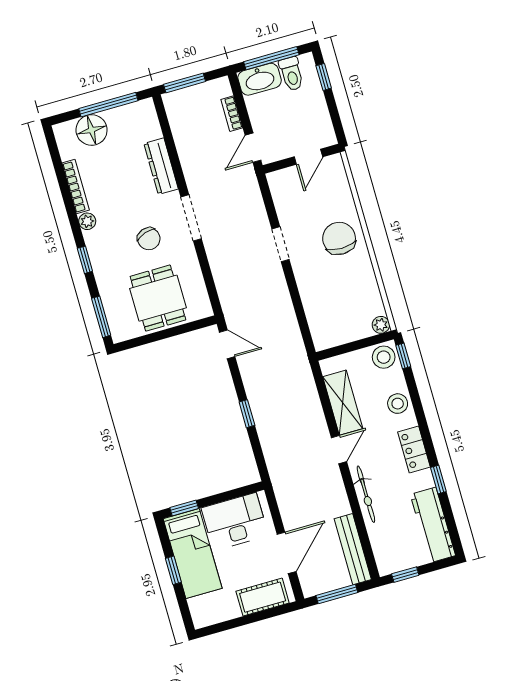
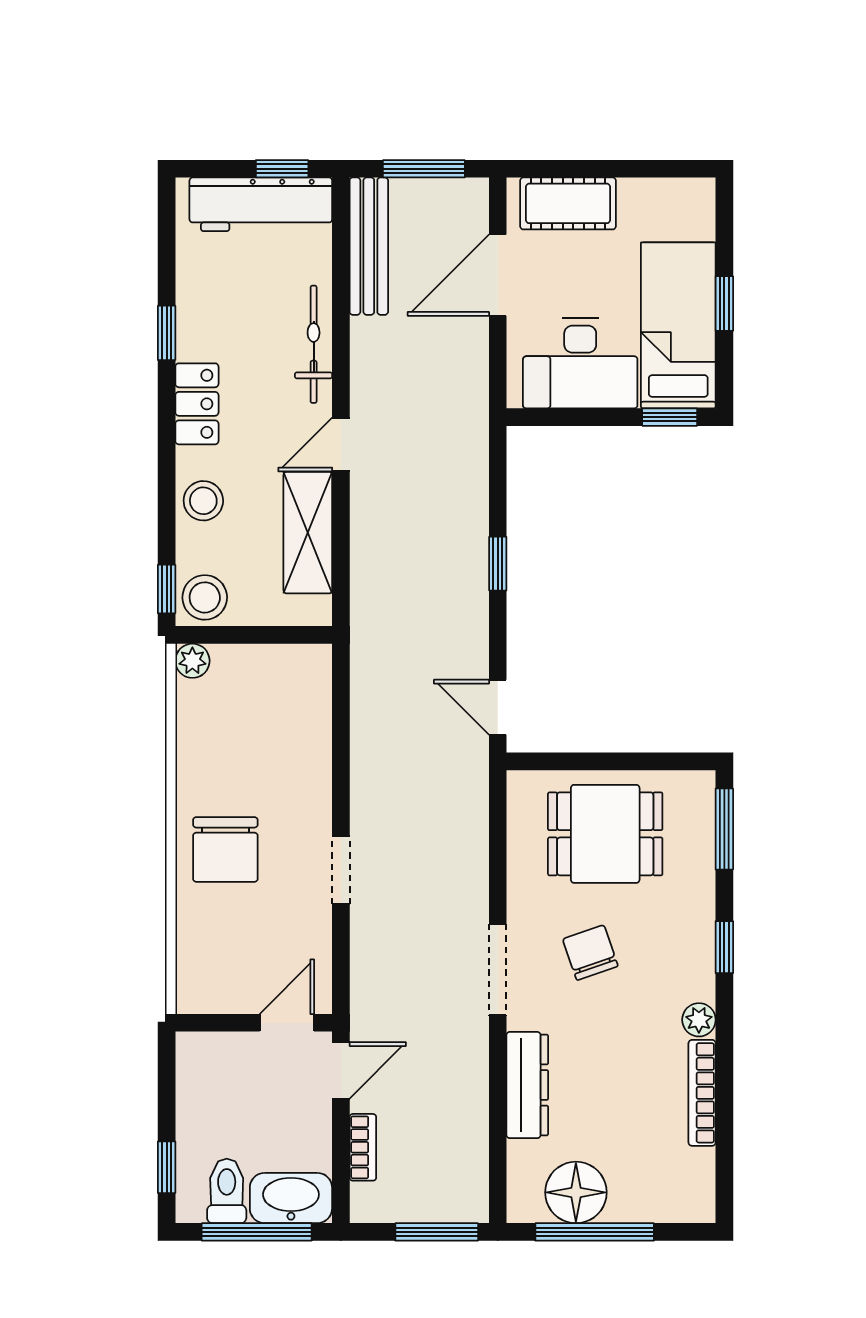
floor lamp: (92, 130) -> (576, 1192), moved
door: (308, 157) -> (287, 1023), moved
dining table: (158, 298) -> (605, 834), turned 90
workbench: (433, 525) -> (261, 204), moved, turned 90

